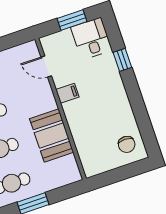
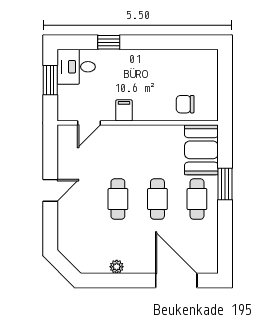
booth: (52, 136) -> (201, 150), moved, turned 90
chair: (127, 144) -> (185, 104), moved, turned 180

